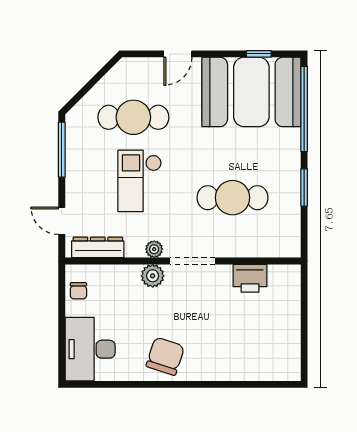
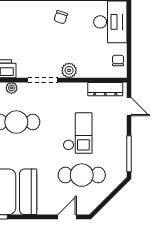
door: (178, 54) -> (67, 217), moved
plant: (154, 249) -> (12, 88), moved
chair: (165, 356) -> (61, 17), width x0.54, depth x0.54

